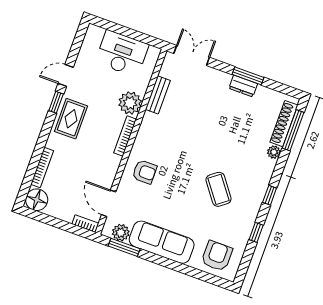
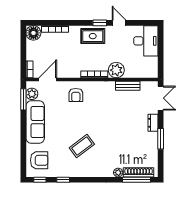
desk: (122, 53) -> (146, 41), moved
dresser: (243, 86) -> (153, 123), moved
window: (270, 195) -> (40, 180), moved

